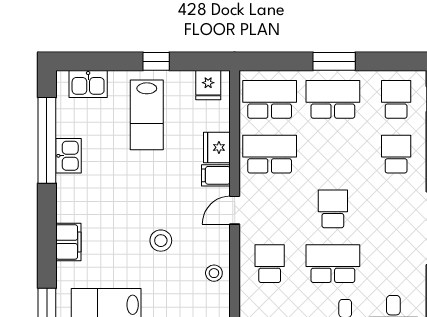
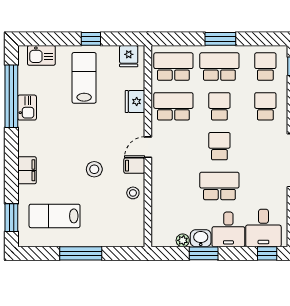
lab bench: (147, 115) -> (84, 78), turned 180
filing cabinet: (216, 175) -> (134, 166), moved
school desk: (270, 264) -> (219, 106), moved

